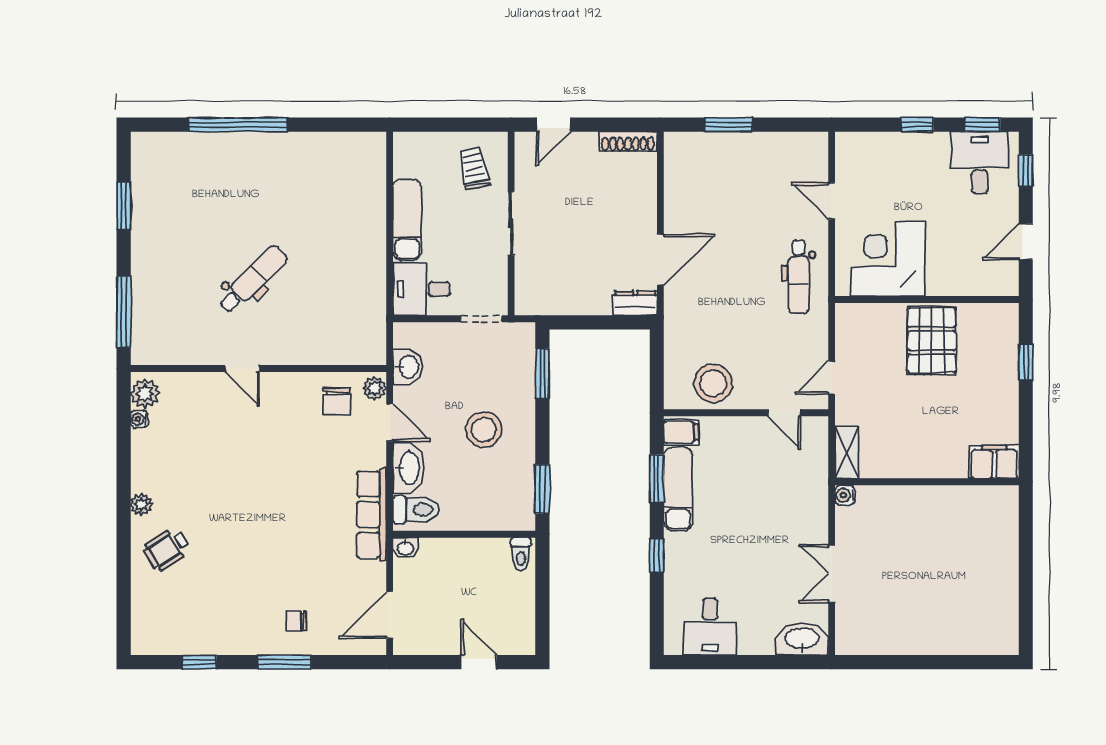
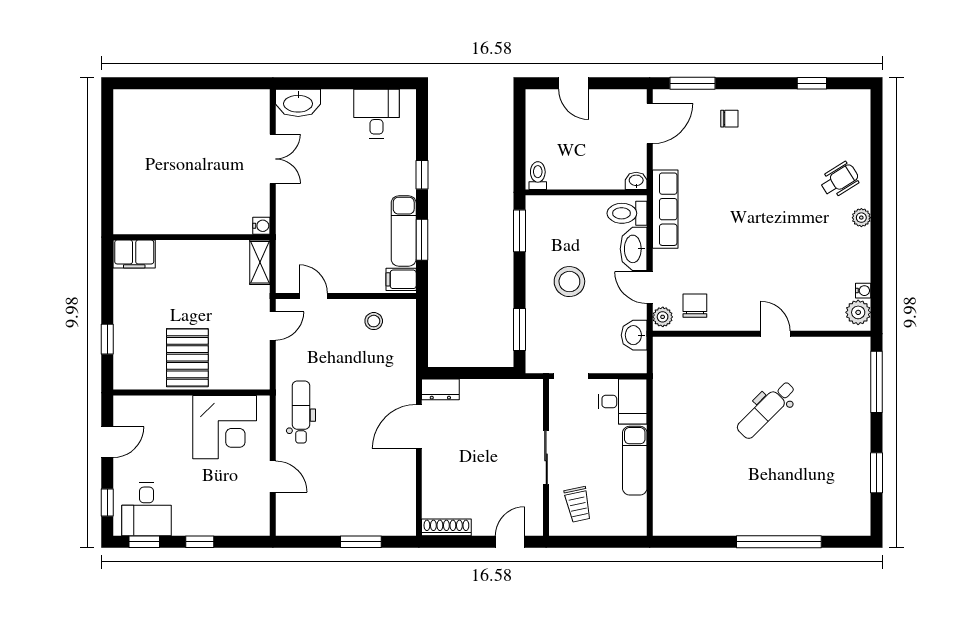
stool: (713, 383) -> (374, 321), width x0.53, depth x0.53
window: (284, 662) -> (693, 83), moved

